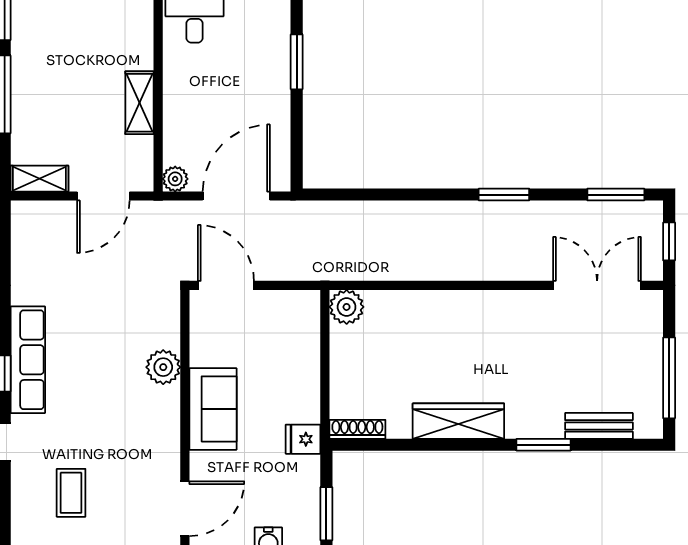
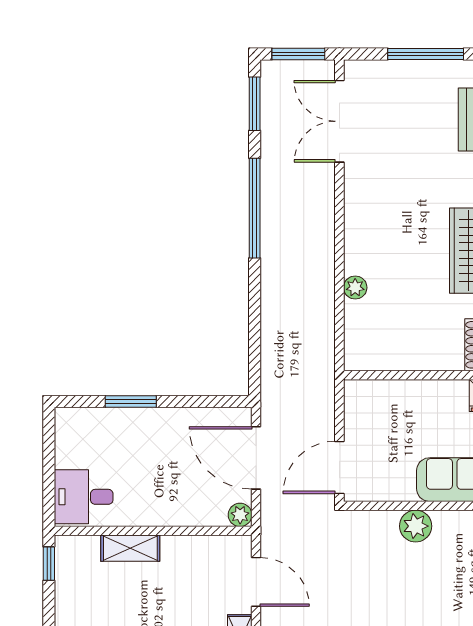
shelving: (139, 103) -> (130, 548), moved
window: (504, 195) -> (255, 208), width x2.11
window: (669, 241) -> (298, 54), width x1.50
plant: (347, 307) -> (355, 288), moved, width x0.73, depth x0.73

